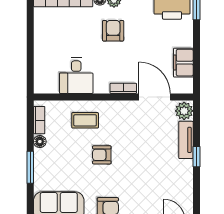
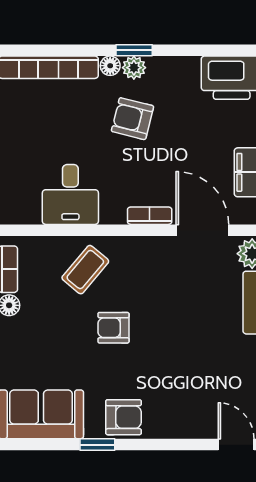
armchair: (113, 31) -> (133, 119), turned -76
coffee table: (85, 120) -> (85, 270), turned -50

